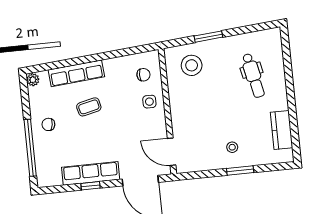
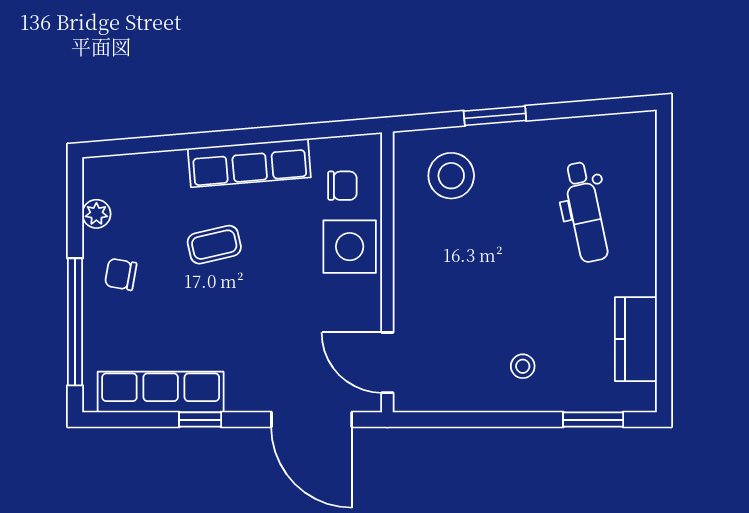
row of seats: (76, 73) -> (249, 163), moved
plant: (33, 80) -> (96, 214), moved
side table: (149, 102) -> (350, 247), width x1.87, depth x1.87
window: (240, 171) -> (593, 420), moved
row of seats: (91, 173) -> (161, 392), moved

